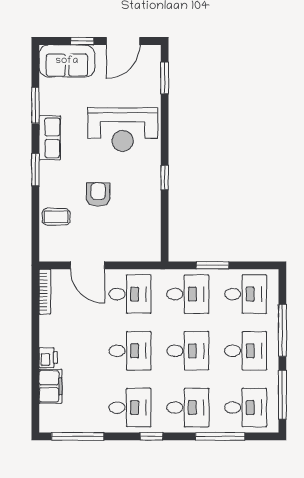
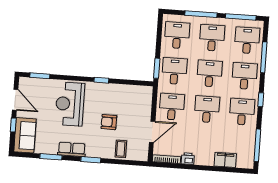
reception desk: (123, 130) -> (70, 104), turned 180
window: (212, 265) -> (157, 68), moved
printer: (48, 358) -> (188, 159), moved

